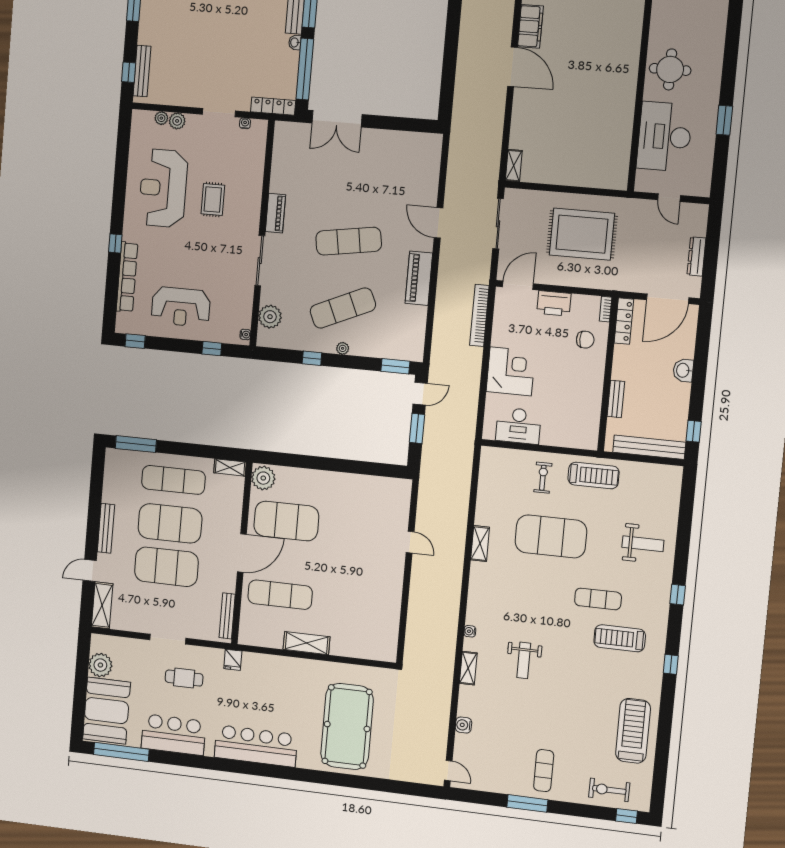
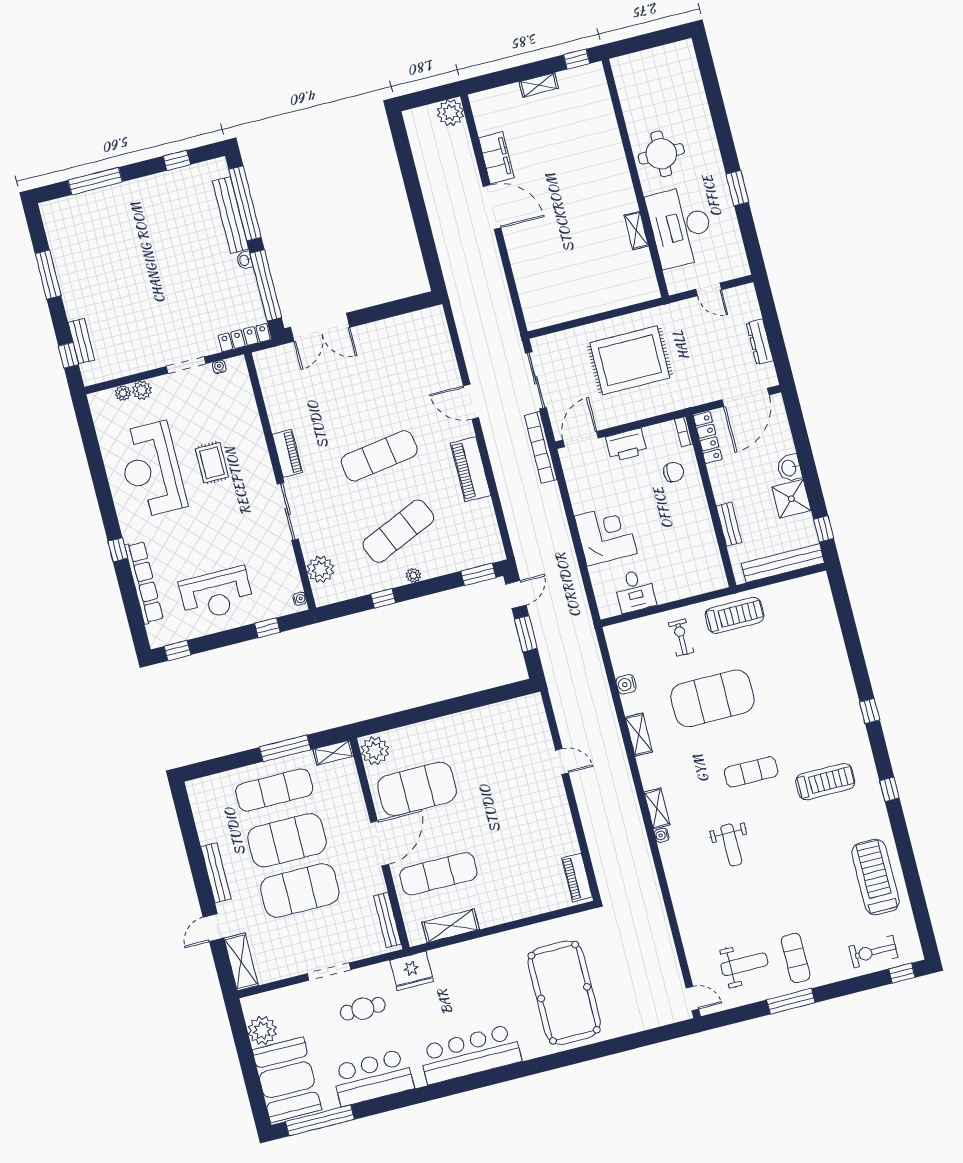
bench: (142, 71) -> (81, 341), width x0.73
shelving: (514, 166) -> (636, 230), moved
bookcase: (479, 315) -> (541, 447), moved
shower: (676, 397) -> (791, 499), added
desk: (518, 426) -> (635, 591), width x0.73
window: (136, 444) -> (285, 748), moved
weight bench: (643, 544) -> (744, 964), moved
exercise mat: (598, 599) -> (751, 772), moved
treadmill: (620, 638) -> (825, 782), turned 180
piano: (389, 639) -> (577, 877), added
shelving: (307, 643) -> (451, 926), moved
fridge: (233, 660) -> (412, 971), width x1.88, depth x1.34
shelving: (468, 668) -> (657, 808), moved
water cooler: (463, 725) -> (626, 684), moved

